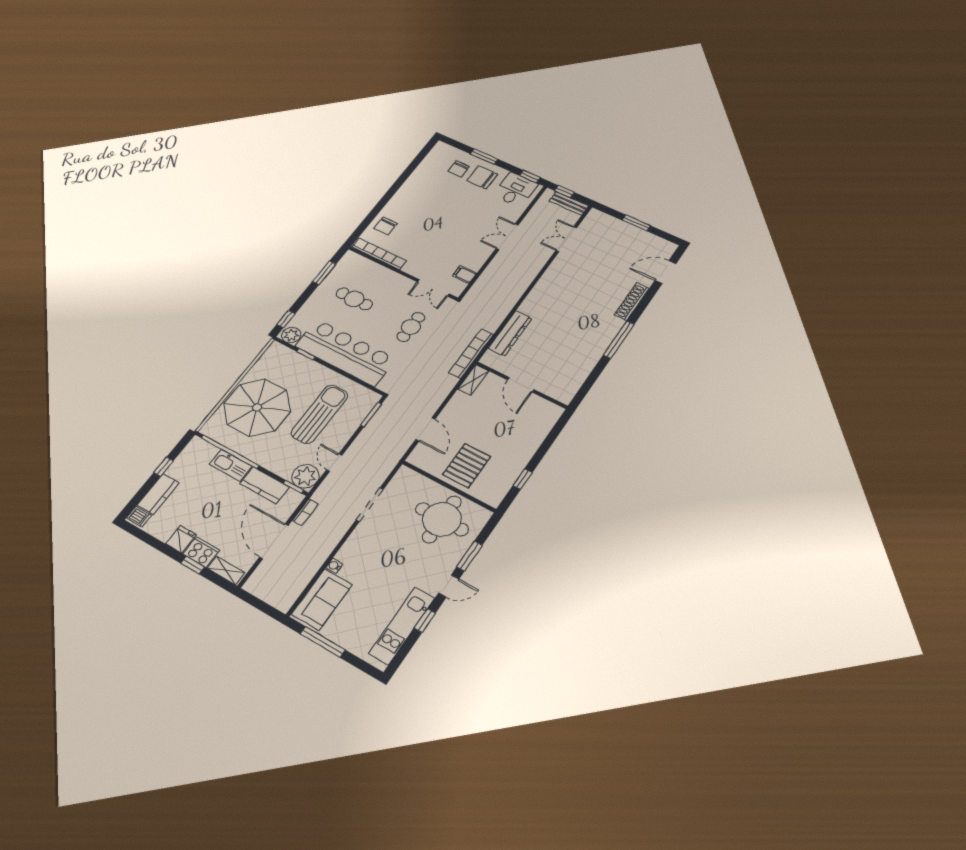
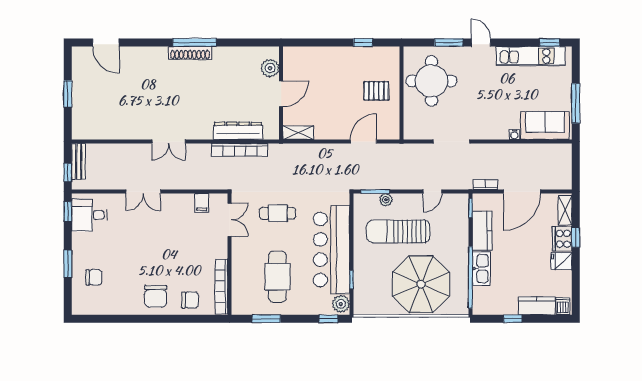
chair: (482, 177) -> (156, 296), moved
double door: (566, 239) -> (169, 141), moved
cafe table: (354, 299) -> (277, 277), width x1.37, depth x1.35
shoe rack: (632, 302) -> (190, 53), moved
bookcase: (471, 353) -> (240, 150), moved
plant: (552, 388) -> (270, 68), added
pallet: (467, 466) -> (376, 91), width x0.67, depth x0.71
plant: (305, 476) -> (386, 200), moved, width x0.53, depth x0.53
window: (425, 621) -> (550, 42), moved

